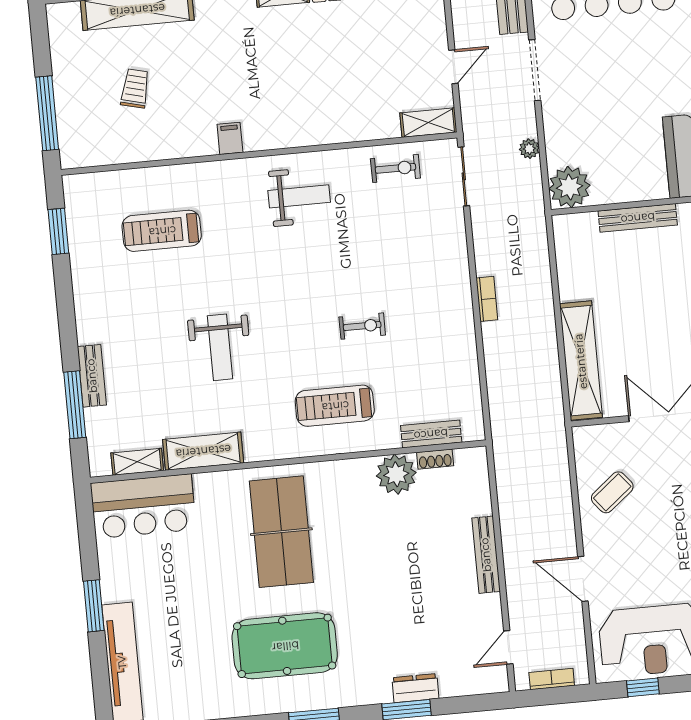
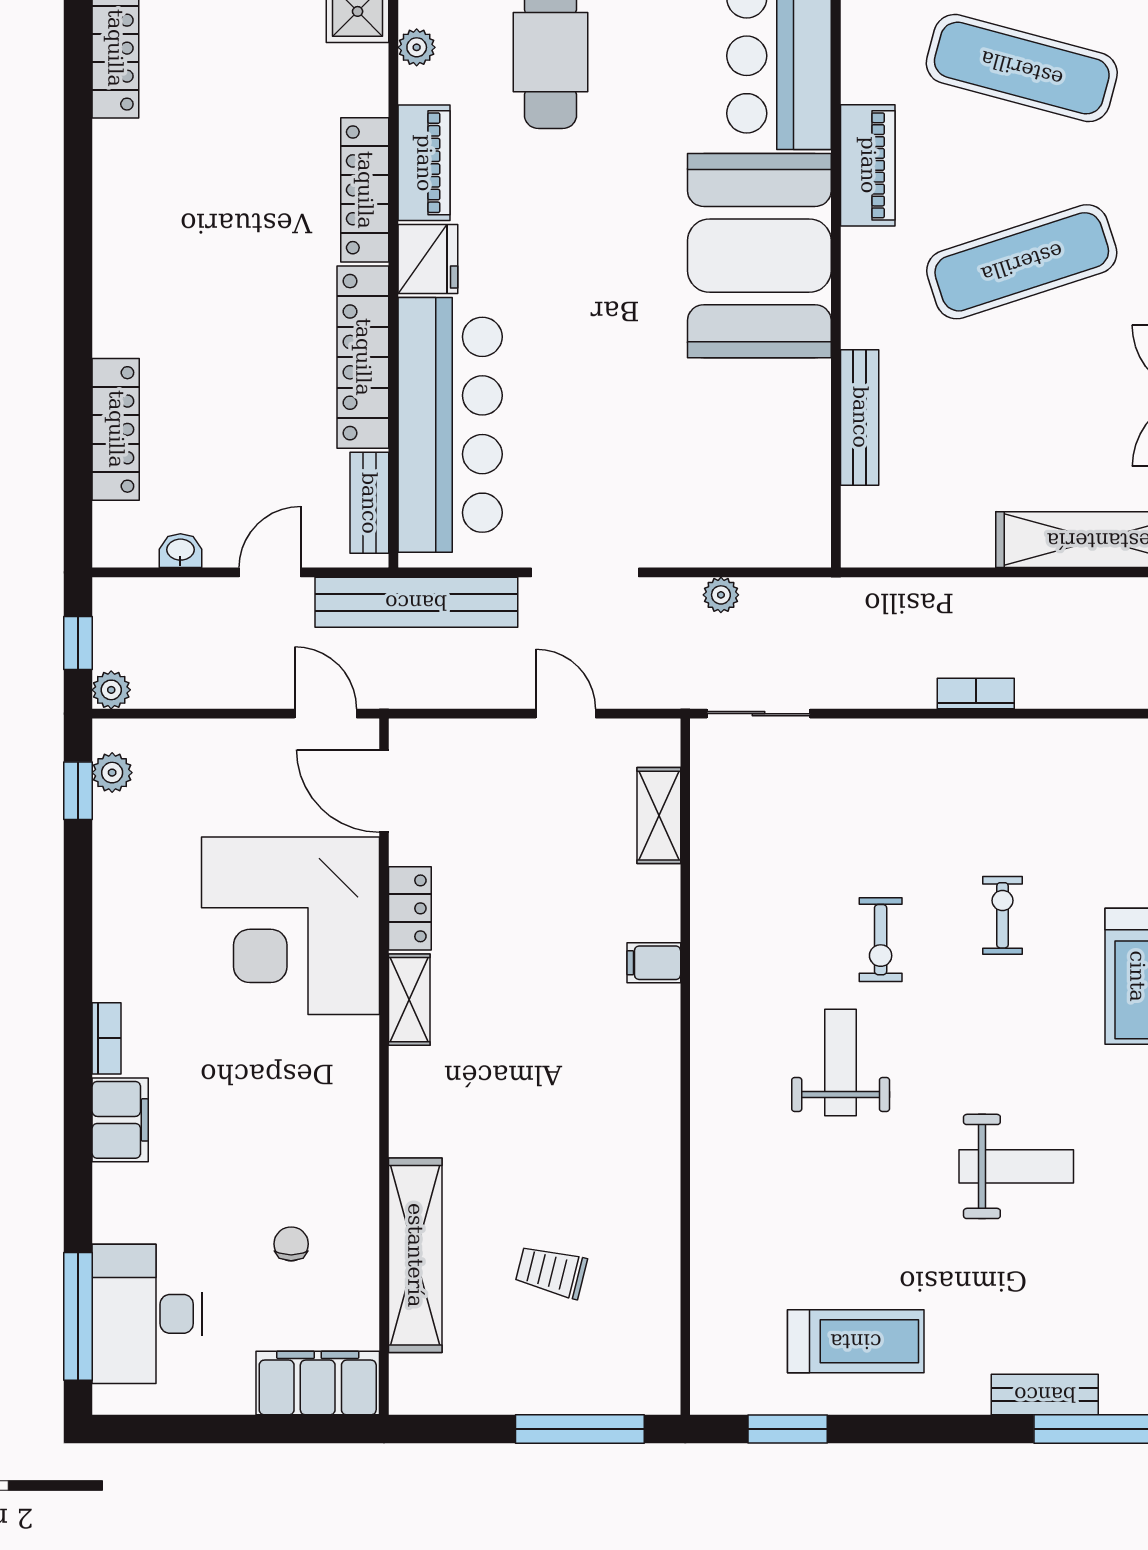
shelving: (428, 123) -> (659, 816), moved
filing cabinet: (230, 138) -> (654, 963), moved
exercise bike: (395, 168) -> (881, 940), moved, turned 180
plant: (570, 187) -> (794, 531), removed
weight bench: (299, 196) -> (841, 1062), moved
treadmill: (162, 231) -> (856, 1341), moved, turned -90

